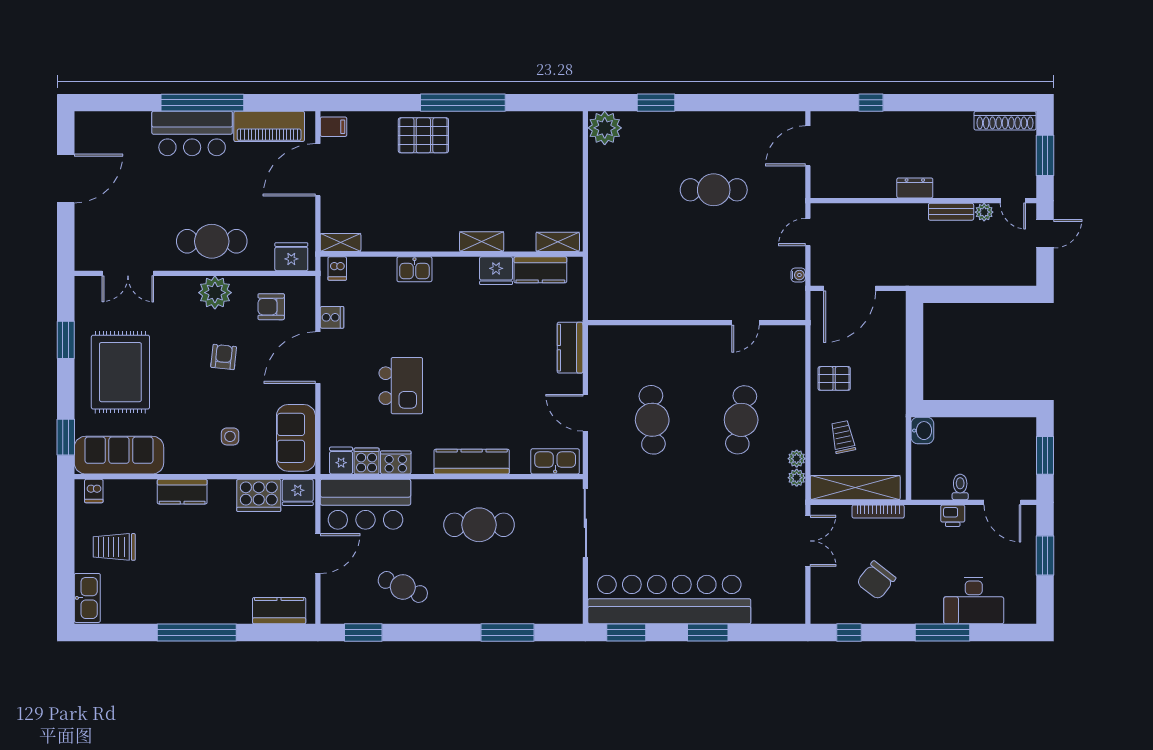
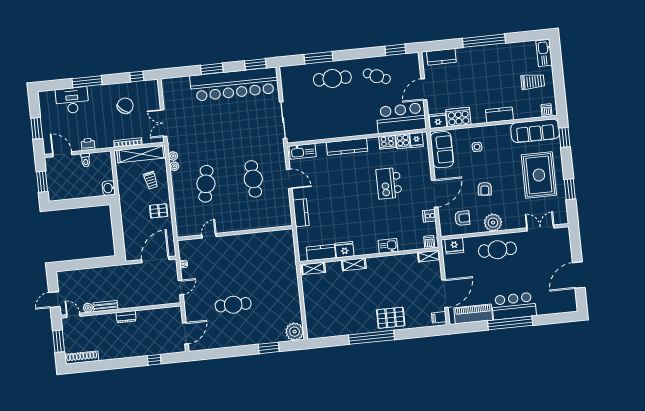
cafe table: (479, 525) -> (332, 78), moved

